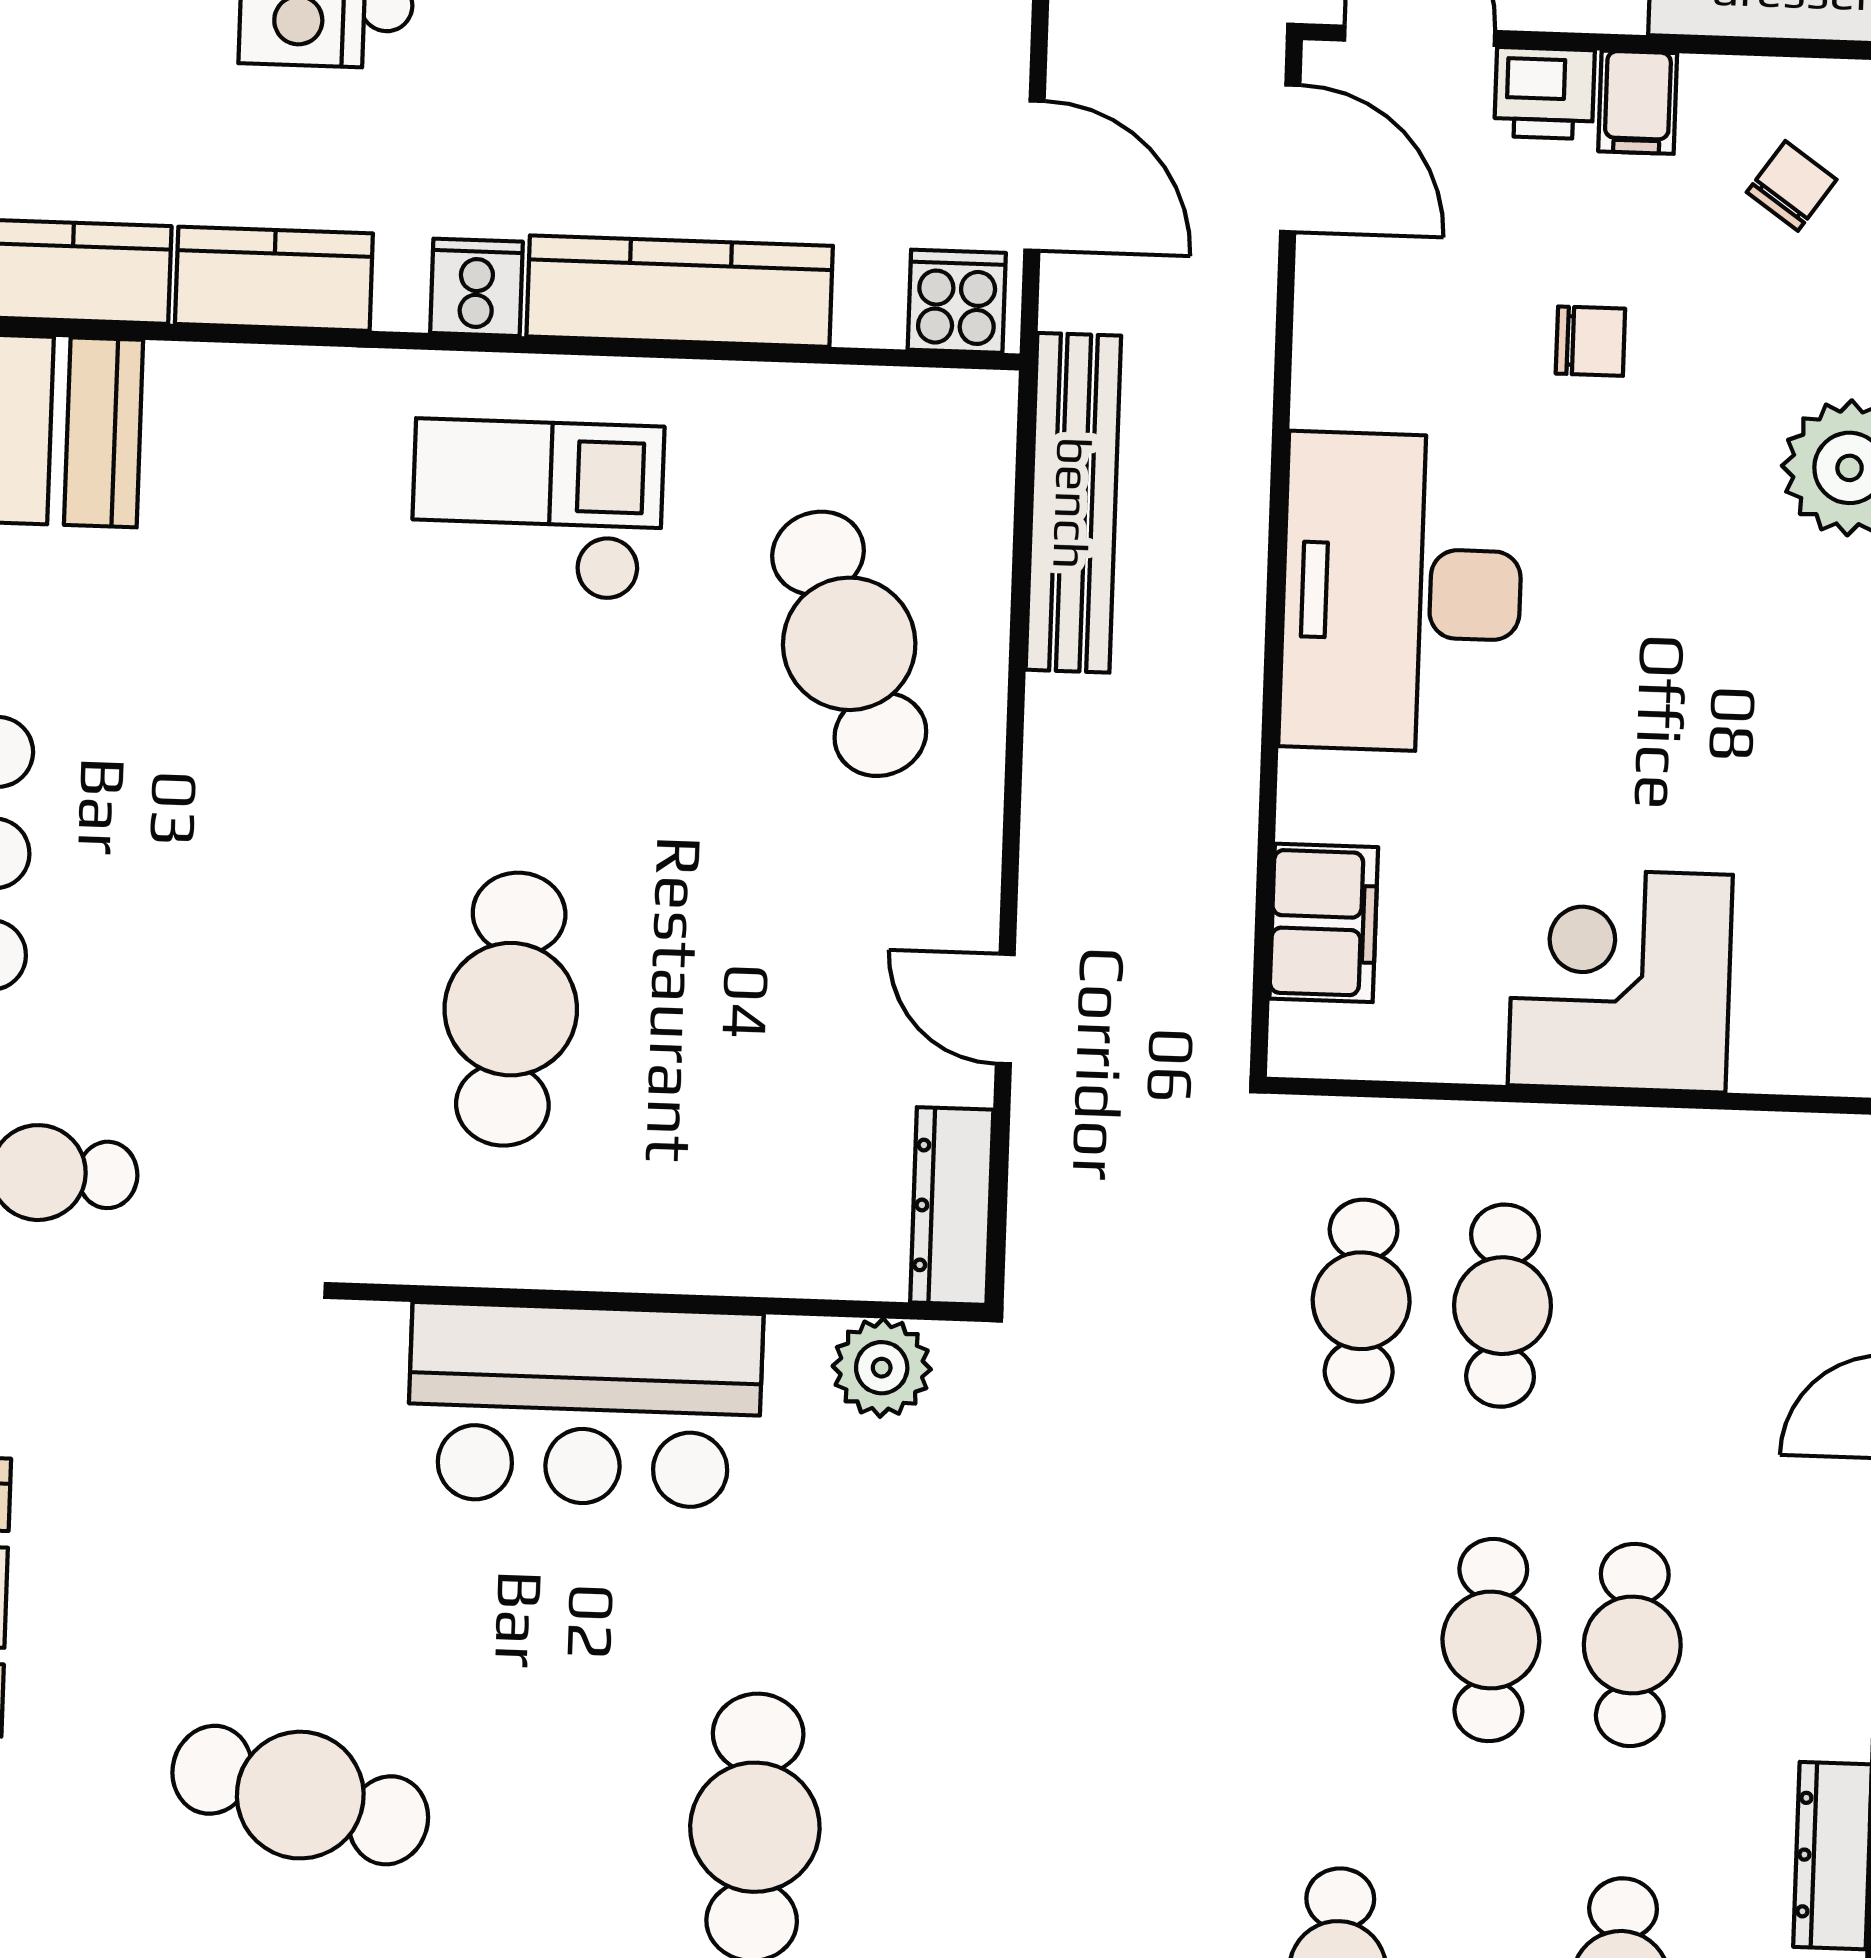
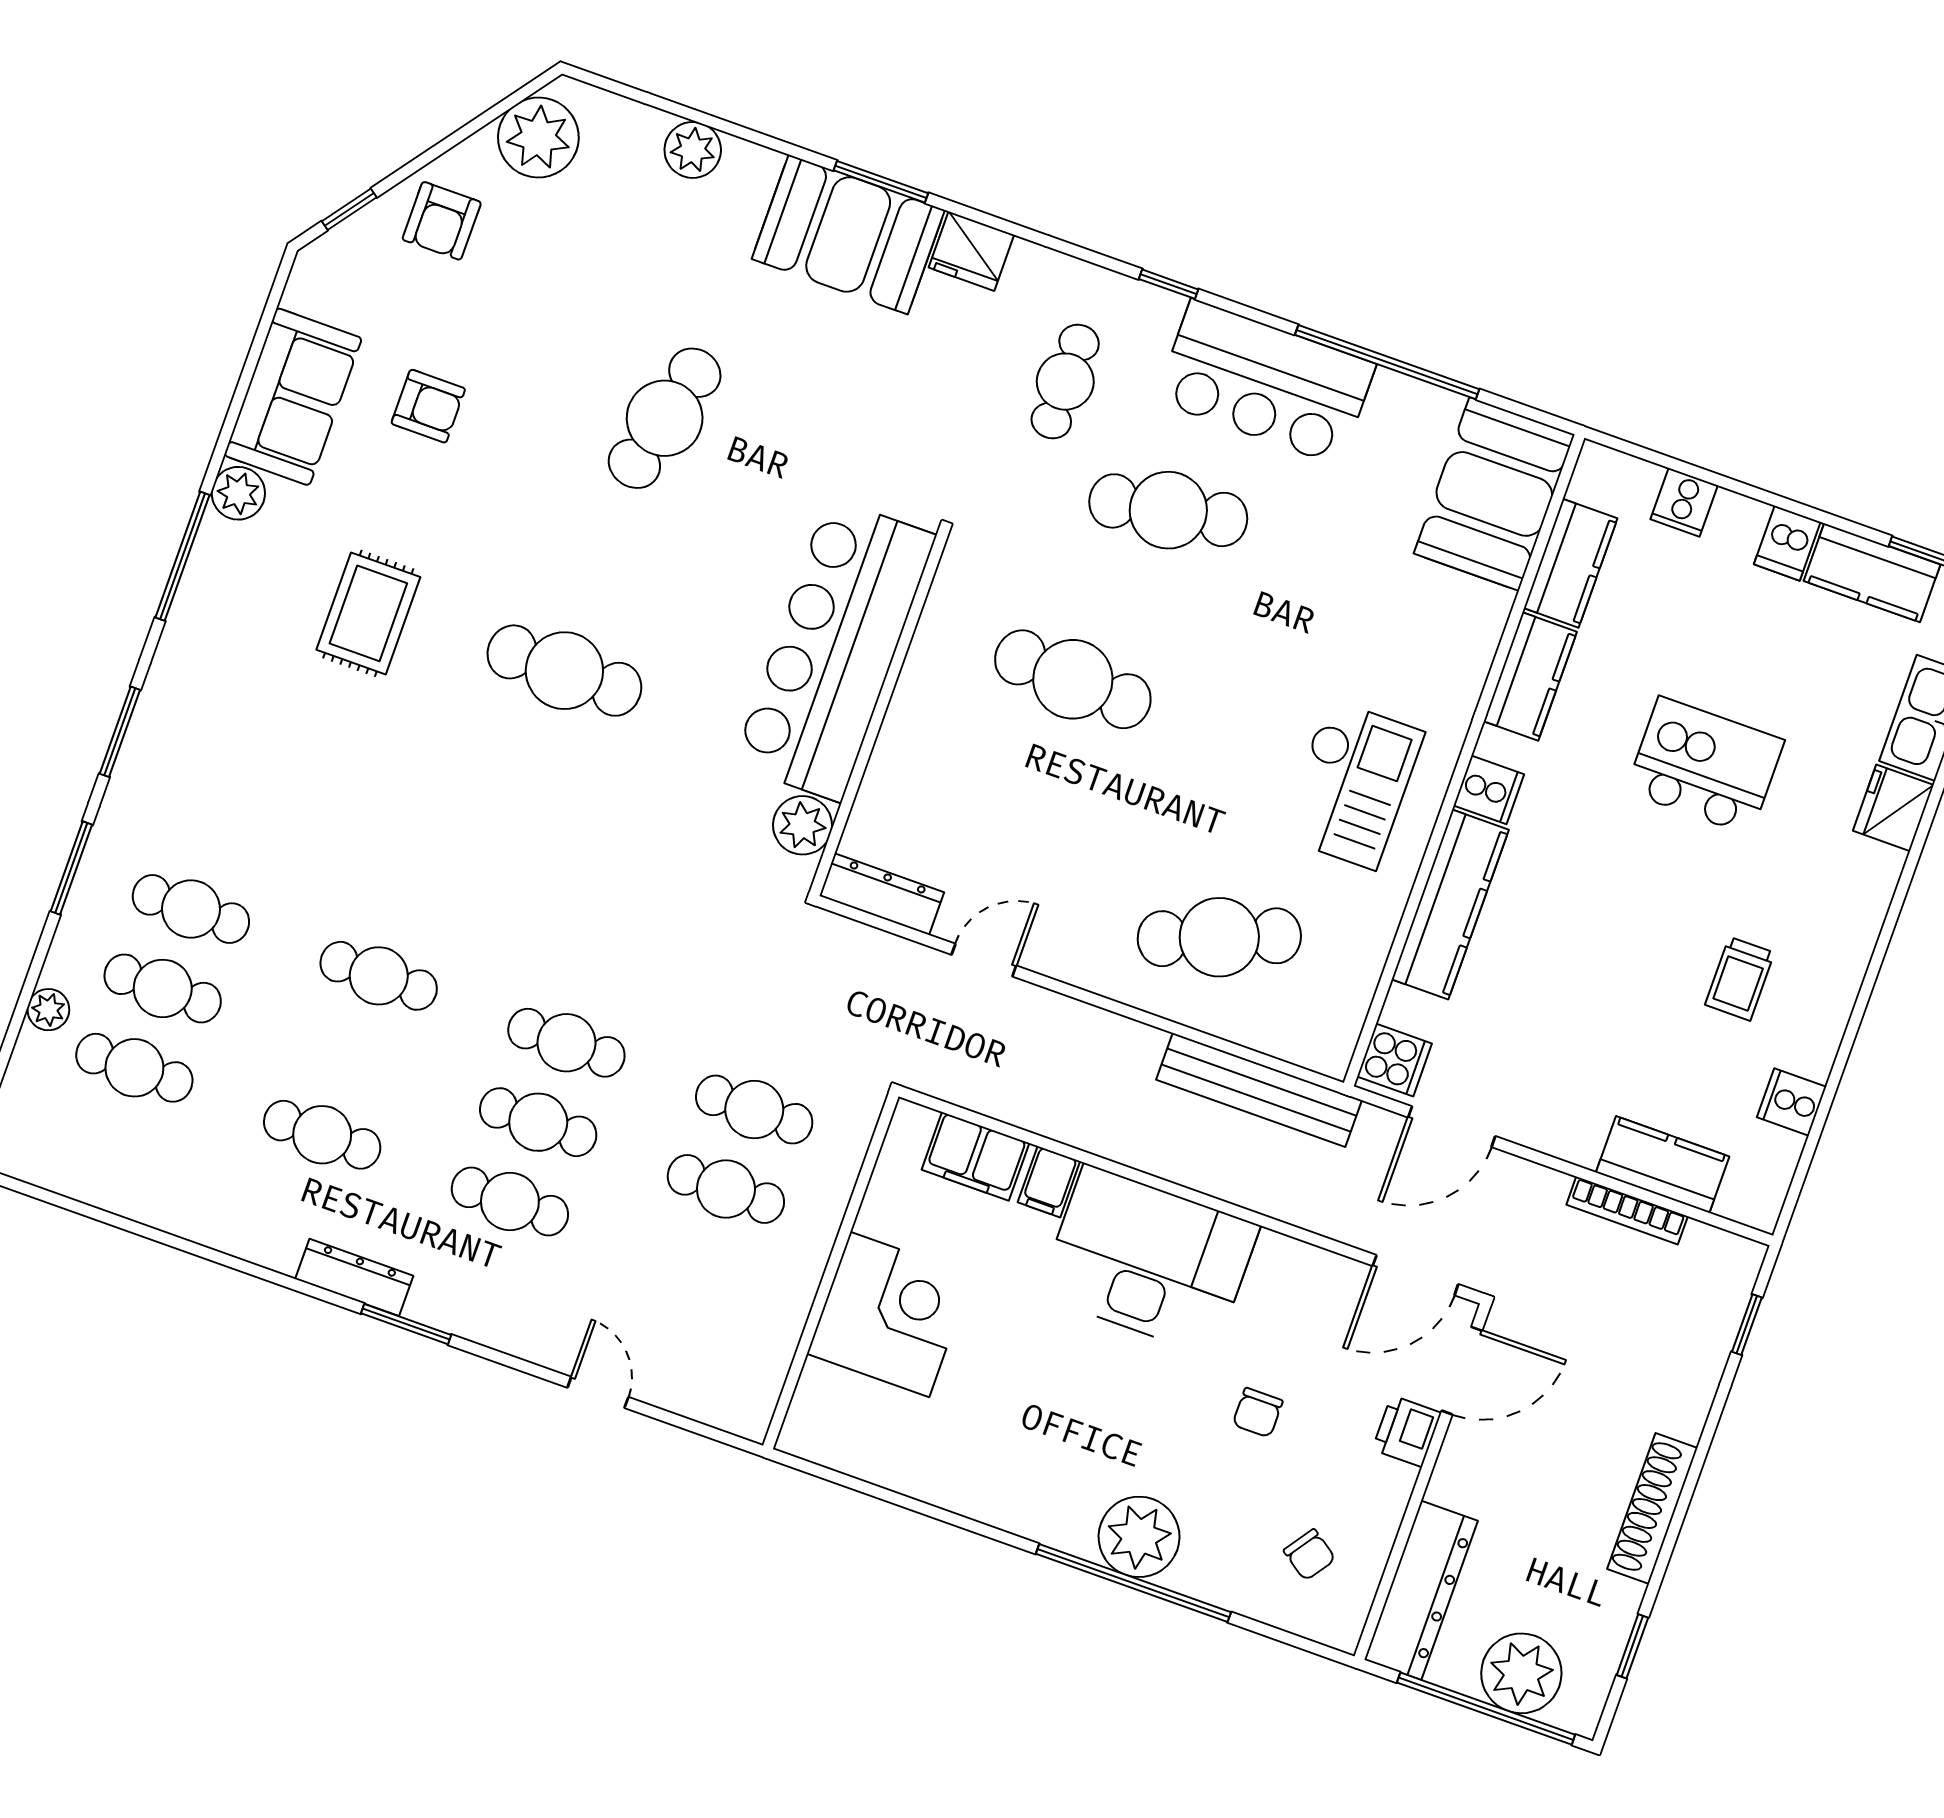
filing cabinet: (1638, 102) -> (1049, 1182), moved, turned -90
cafe table: (192, 942) -> (1168, 510), added
bar counter: (585, 1406) -> (834, 650), width x1.36
cafe table: (1349, 1635) -> (566, 1043), added

